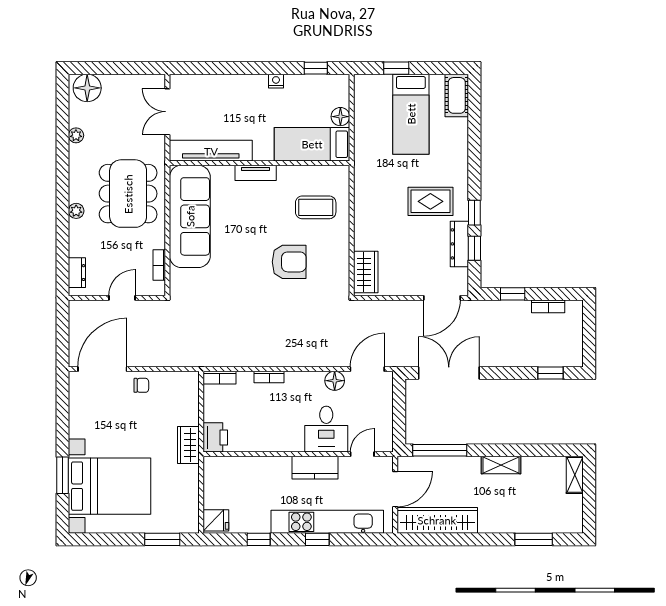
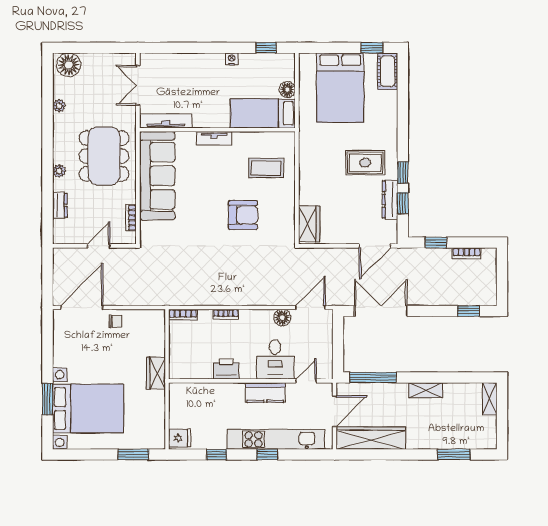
window: (396, 68) -> (372, 48), moved
bed: (411, 114) -> (340, 88), width x1.50
tv unit: (211, 151) -> (166, 121), width x0.73, depth x0.78
dresser: (77, 273) -> (60, 205), moved
printer: (215, 437) -> (226, 369), moved, turned -90

